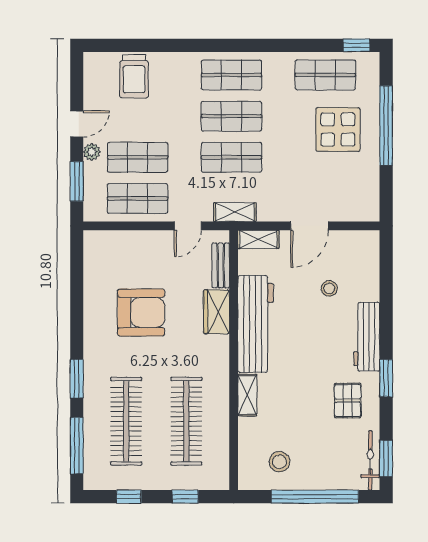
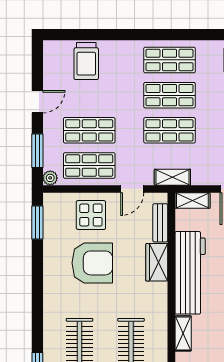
plant: (92, 152) -> (50, 178), moved
display table: (140, 256) -> (91, 215), added
window: (77, 378) -> (37, 223), moved

